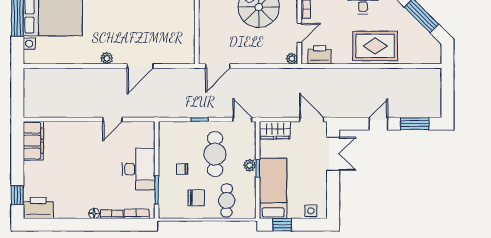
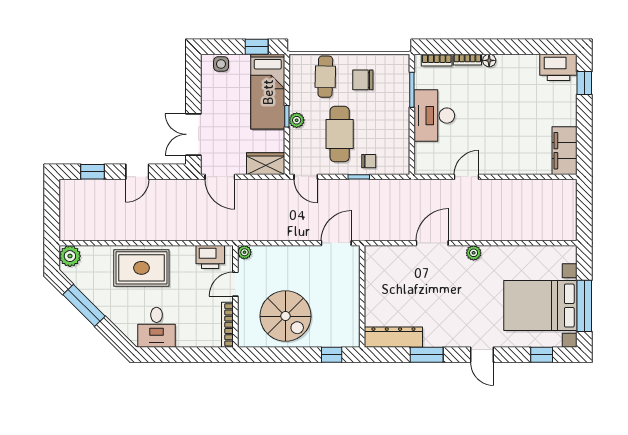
plant: (433, 56) -> (70, 256), added
window: (415, 124) -> (92, 172), width x0.67
chair: (182, 169) -> (369, 161), moved

